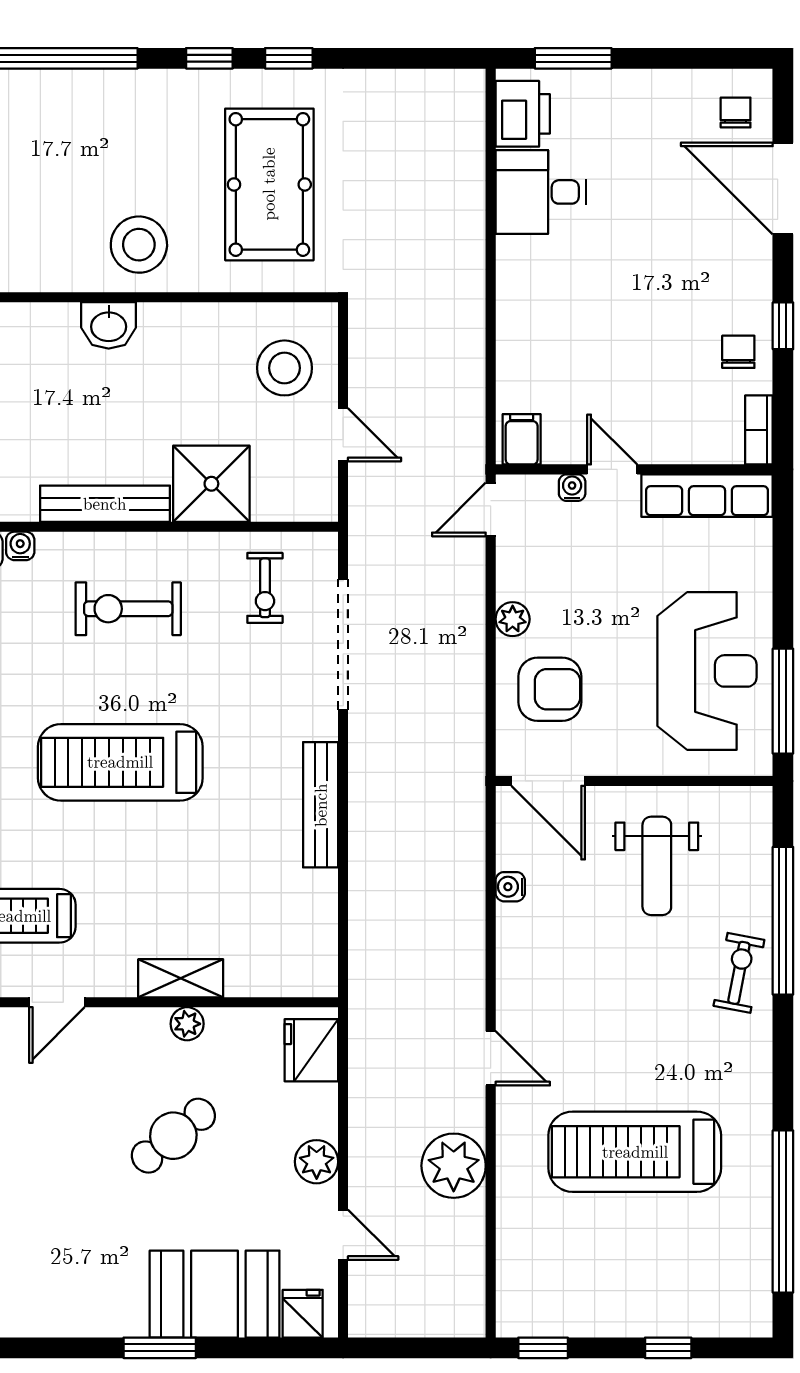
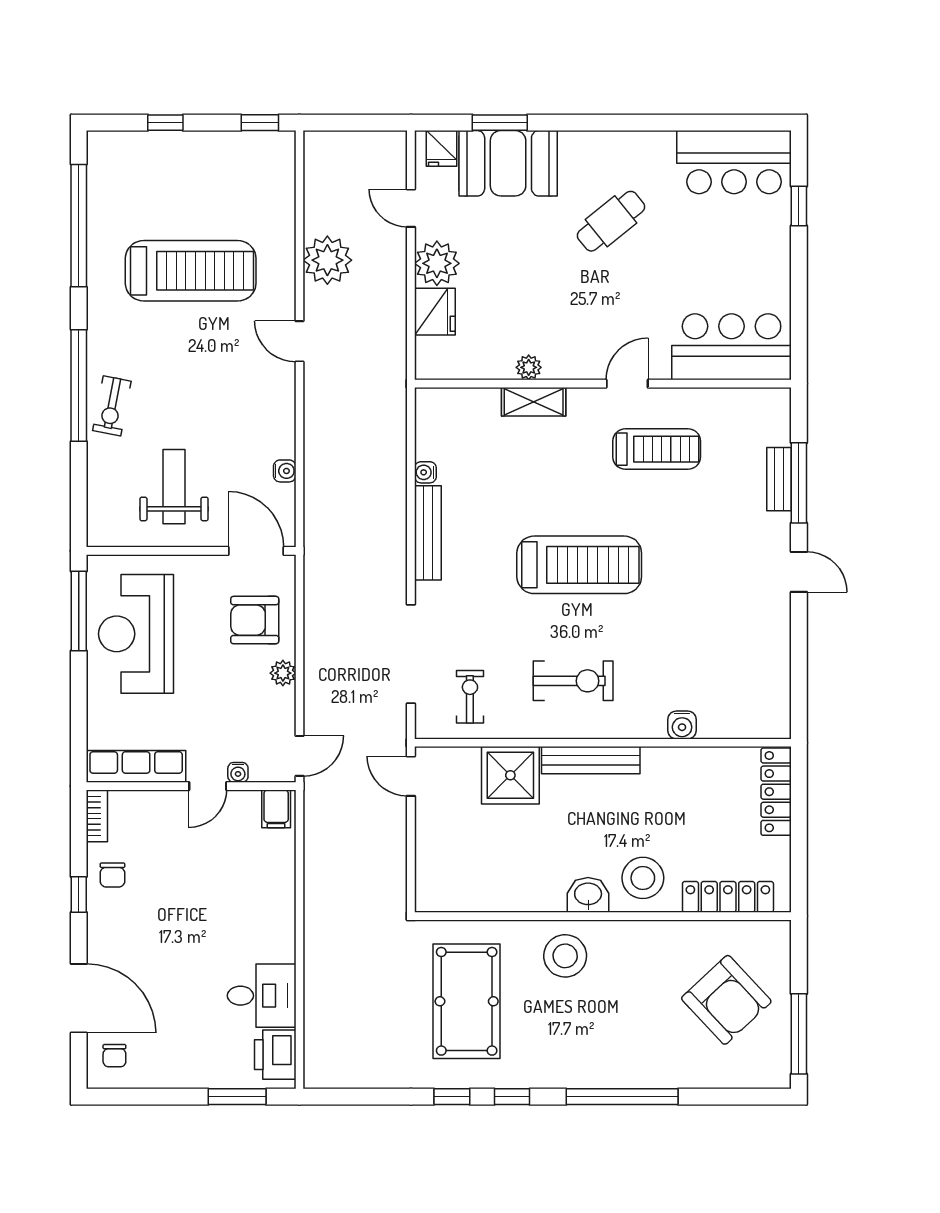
stool: (284, 368) -> (643, 878), moved
door: (343, 435) -> (411, 776), moved
door: (612, 469) -> (208, 786), hinge flipped
water cooler: (20, 546) -> (425, 472), moved, turned 90
window: (783, 921) -> (79, 385), moved
fridge: (311, 1050) -> (435, 312), moved
cafe table: (173, 1136) -> (611, 221), moved
plant: (317, 1162) -> (437, 263), width x1.36, depth x1.36
window: (160, 1348) -> (500, 123), moved

